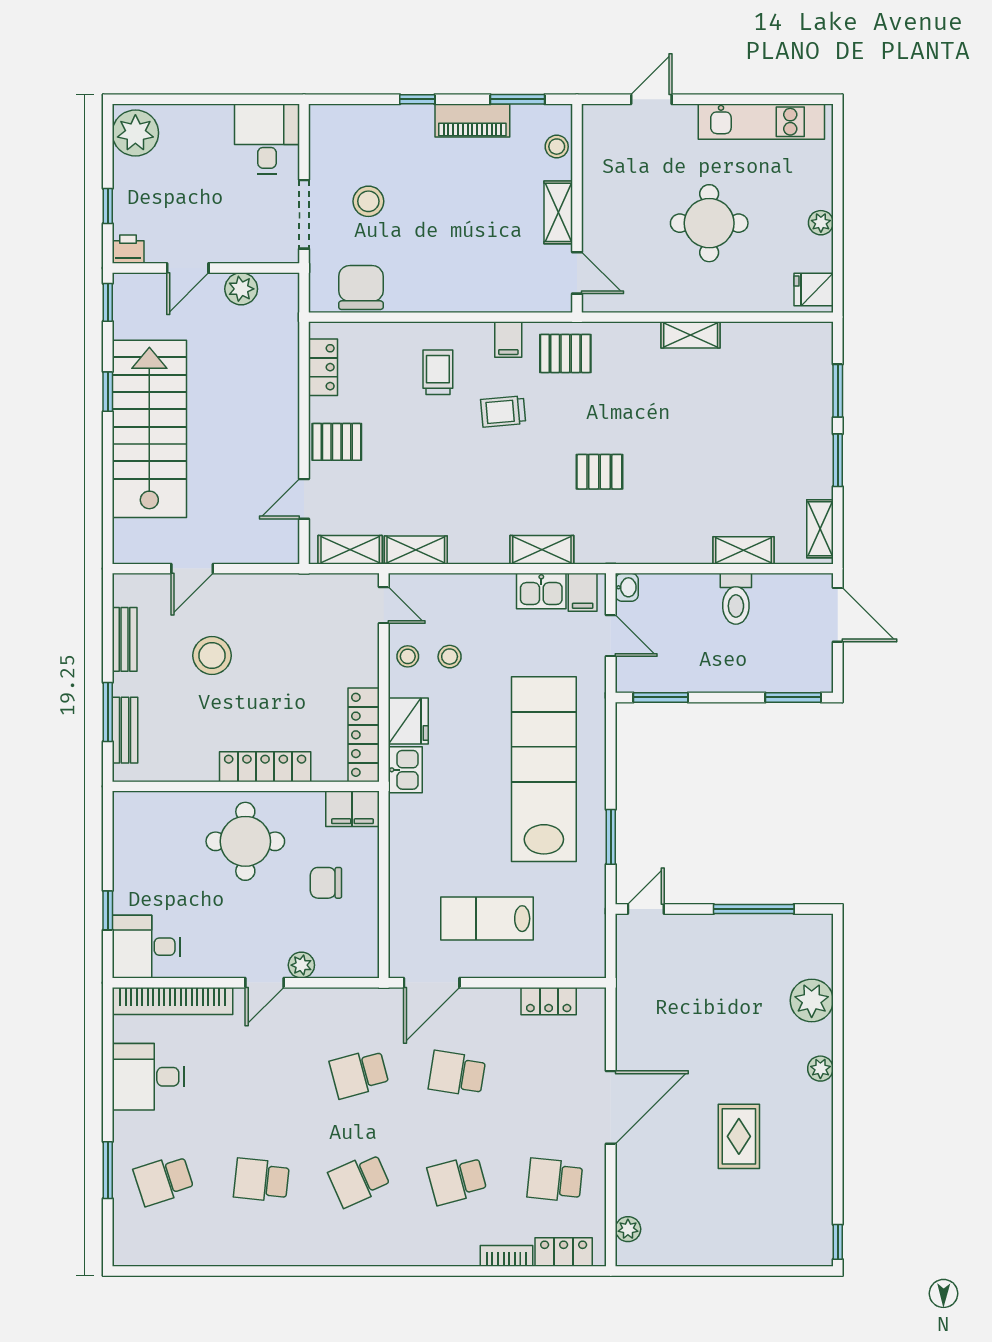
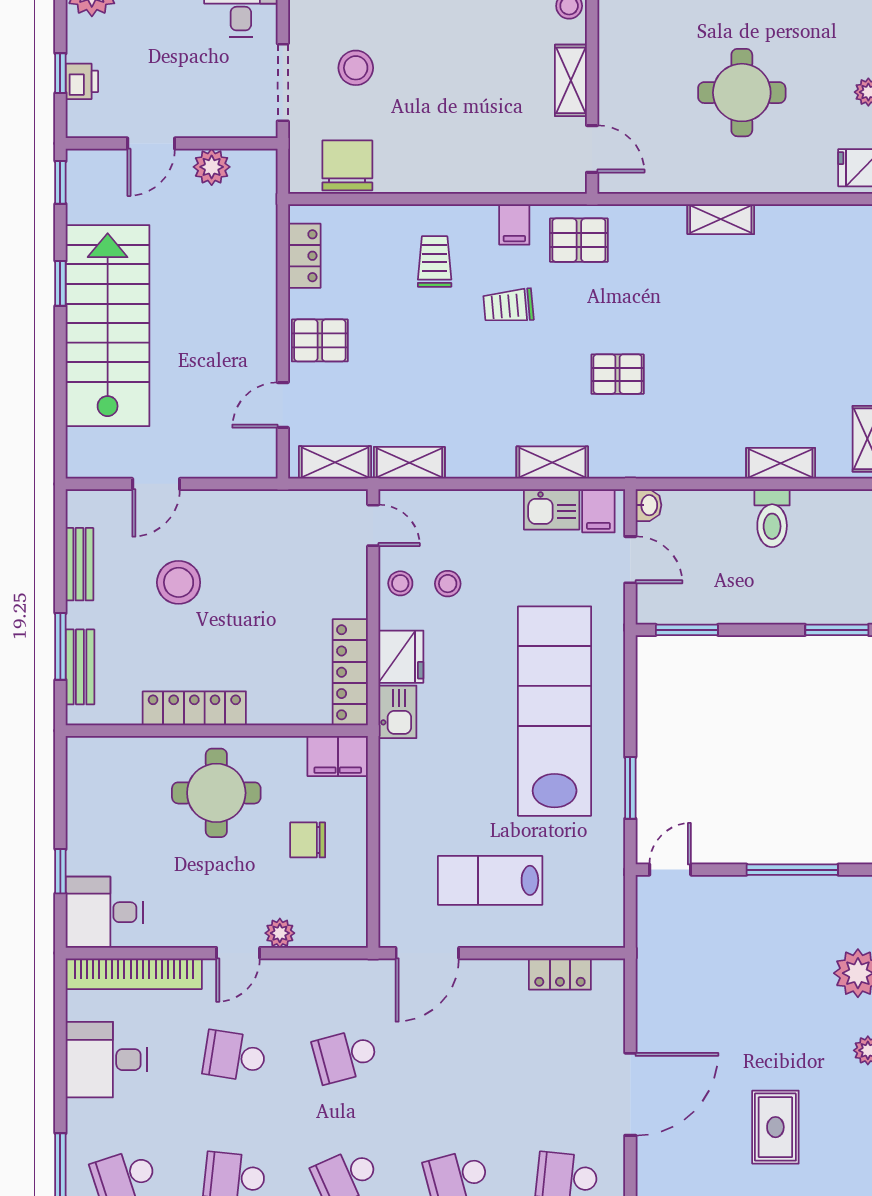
printer: (128, 249) -> (82, 81), moved, turned 90
locker: (265, 767) -> (194, 708), moved
school desk: (457, 1074) -> (235, 1056), moved

